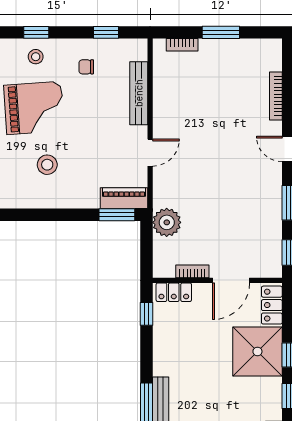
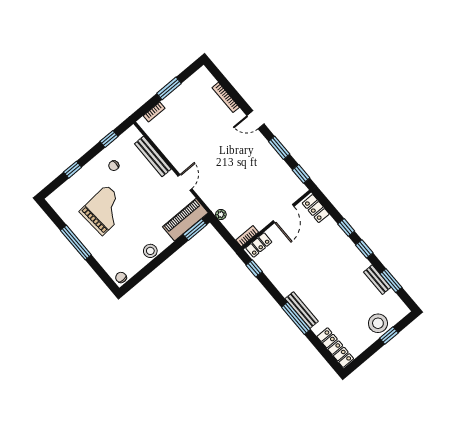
stool: (36, 57) -> (83, 183), removed
stool: (47, 165) -> (150, 251), moved
piano: (124, 198) -> (185, 220), width x1.37, depth x1.33
plant: (167, 222) -> (221, 214), width x0.53, depth x0.53
bookcase: (192, 271) -> (247, 236), moved
shower: (257, 351) -> (329, 239), removed

